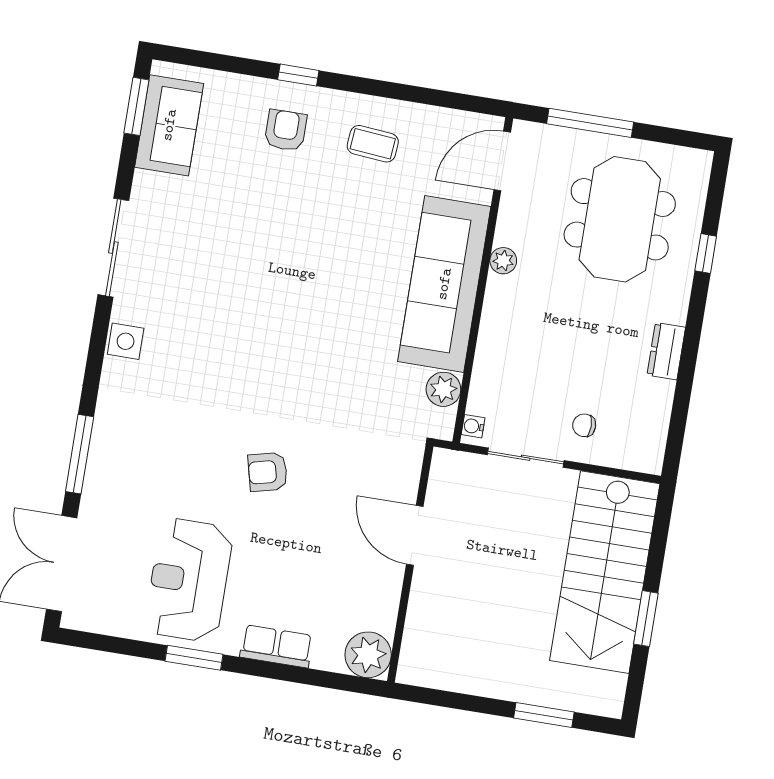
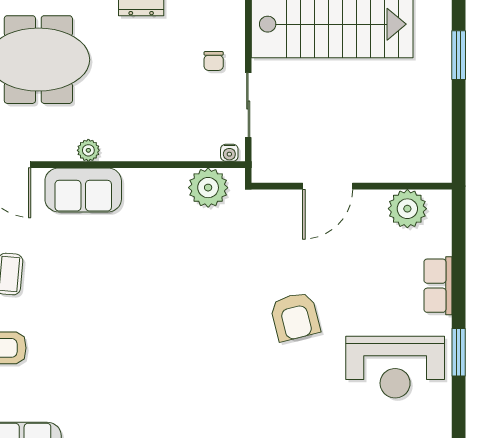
sofa: (444, 284) -> (83, 190), width x0.54, depth x0.79
plant: (443, 389) -> (208, 188), width x1.36, depth x1.36
armchair: (268, 472) -> (295, 316), width x1.38, depth x1.38
plant: (368, 655) -> (407, 209), moved

